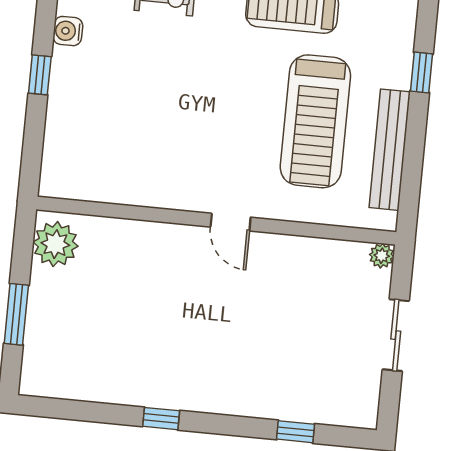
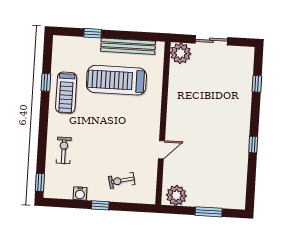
treadmill: (315, 121) -> (116, 80), turned 180
exercise bike: (93, 124) -> (122, 180), added
door: (231, 222) -> (161, 150), moved
plant: (382, 256) -> (181, 53), width x1.87, depth x1.87

